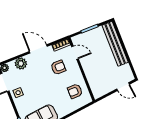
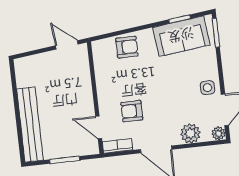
door: (123, 87) -> (67, 45), moved
armchair: (75, 91) -> (127, 47), moved

